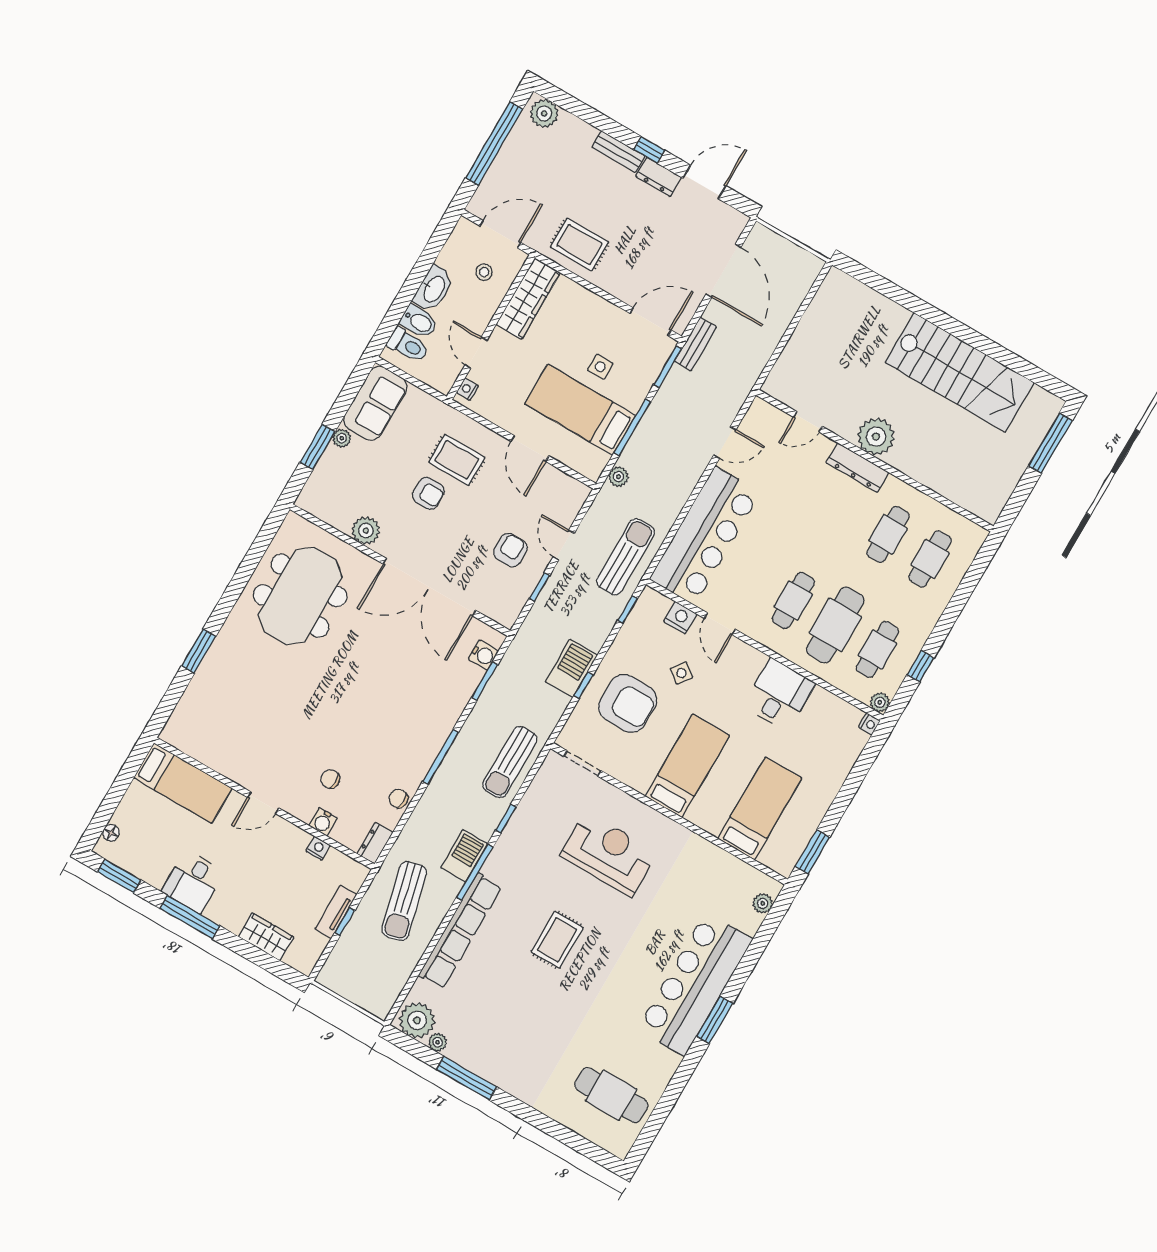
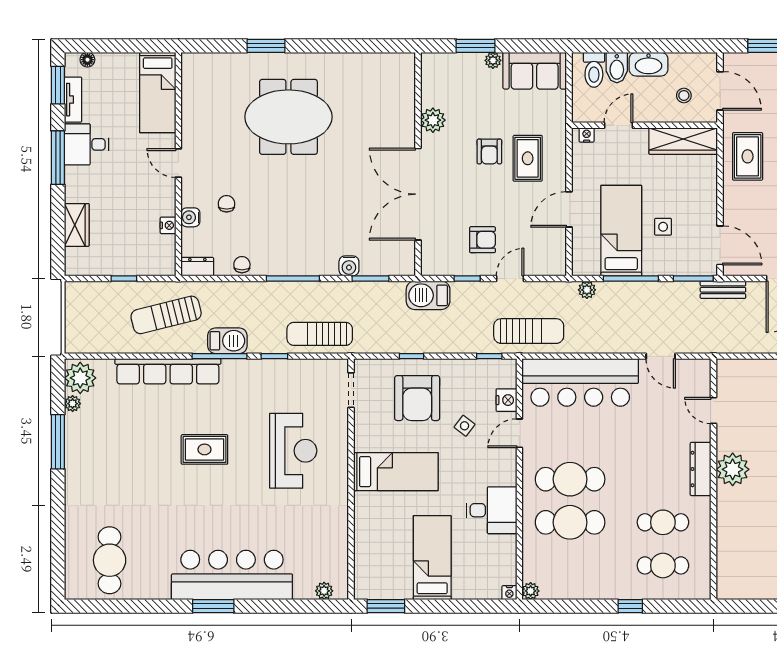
meeting table: (300, 596) -> (288, 117), moved
cafe table: (793, 601) -> (570, 479), width x1.37, depth x1.35
cafe table: (877, 649) -> (570, 565), removed
water cooler: (483, 655) -> (349, 266), moved
window: (921, 666) -> (630, 606), moved
barbecue: (571, 668) -> (428, 295), moved, turned 180
bed: (760, 808) -> (432, 558), moved, turned -90
tv unit: (336, 912) -> (73, 100), moved, turned 90

